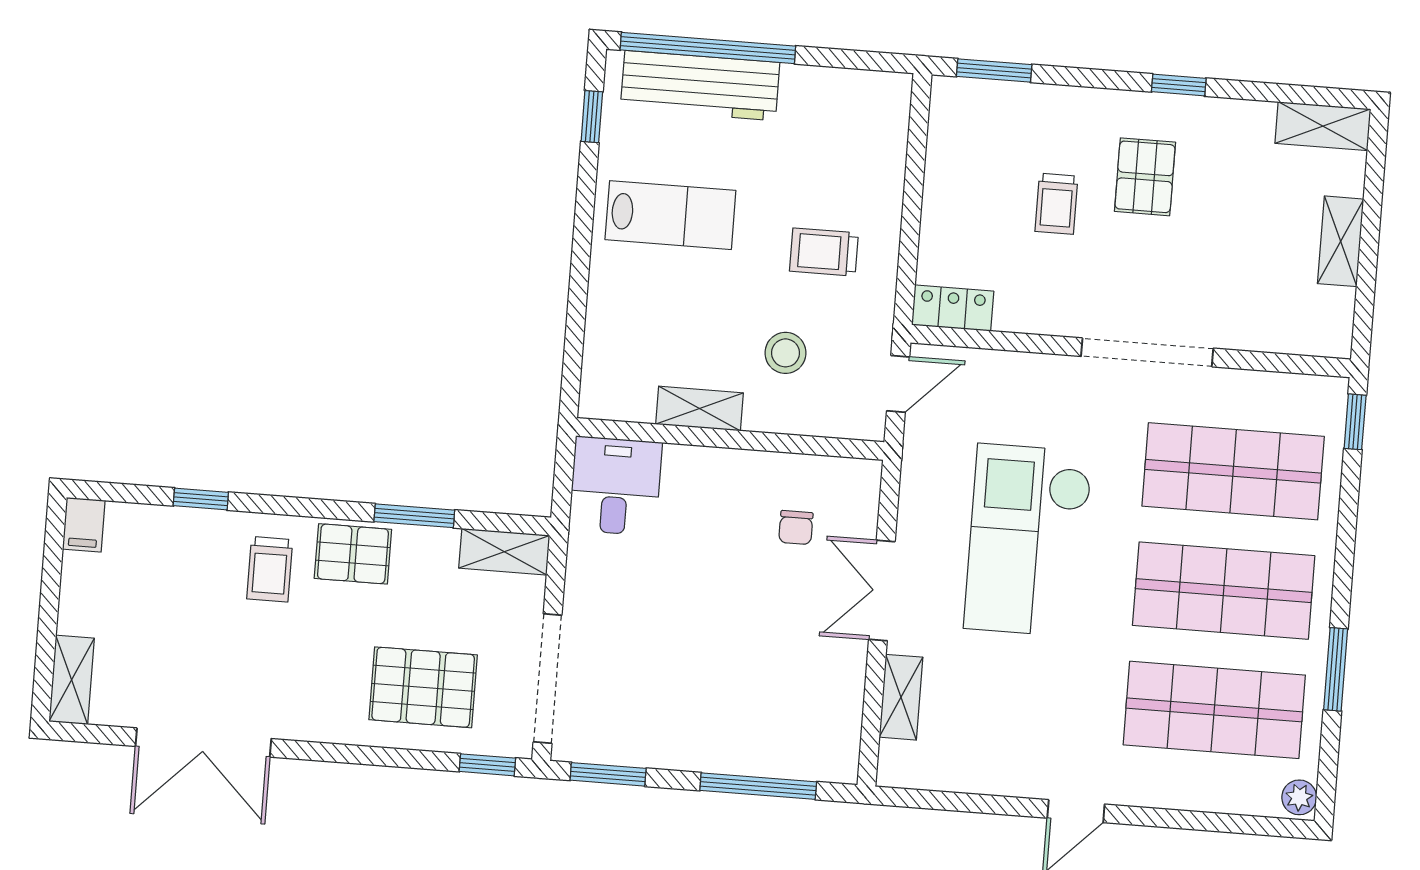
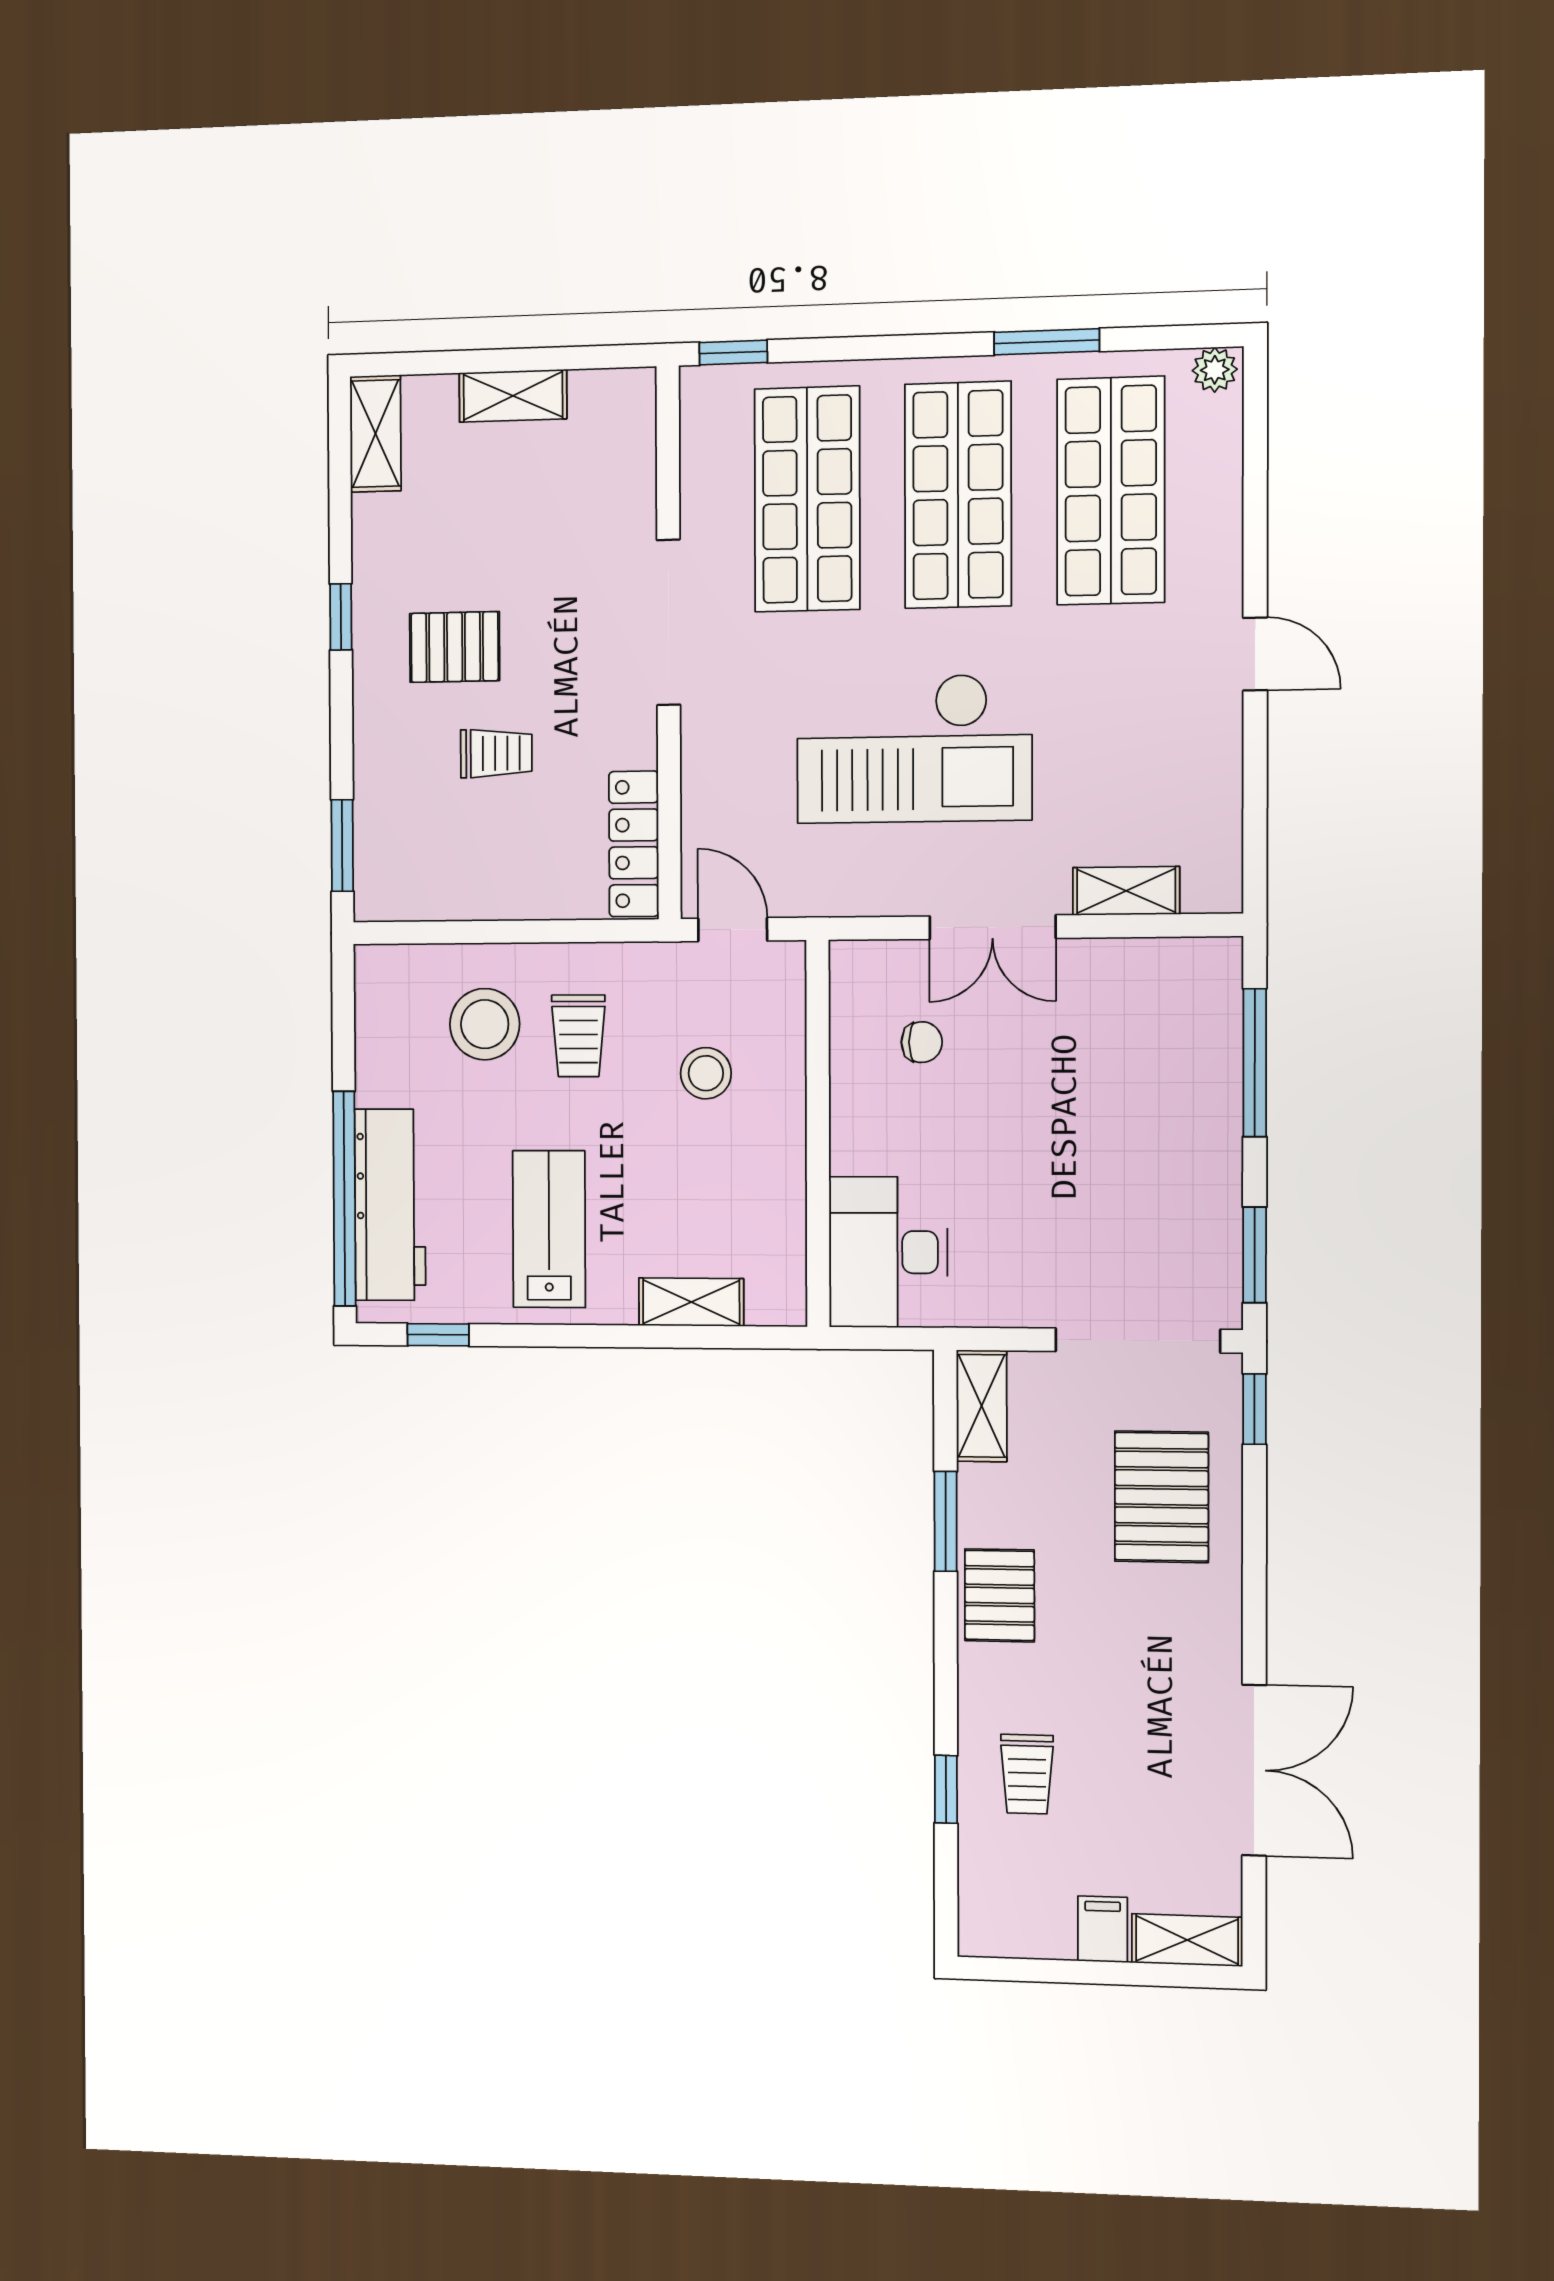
stool: (840, 176) -> (485, 1024), added
locker: (953, 308) -> (634, 844), width x1.53
shelving: (699, 409) -> (691, 1302), moved, turned 90
desk: (615, 486) -> (888, 1252), width x1.37
filing cabinet: (84, 525) -> (1103, 1929), moved, turned -90
trolley: (270, 569) -> (1027, 1774), moved, turned 90

